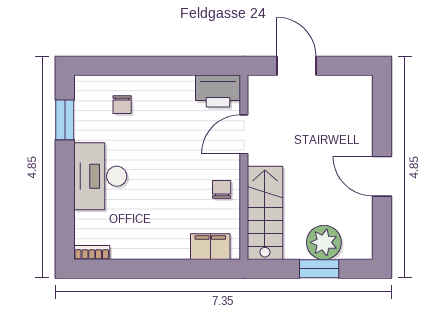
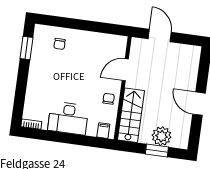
printer: (218, 91) -> (114, 44), removed
desk: (100, 176) -> (68, 118), moved, turned -90
filing cabinet: (210, 247) -> (103, 131), width x0.50

